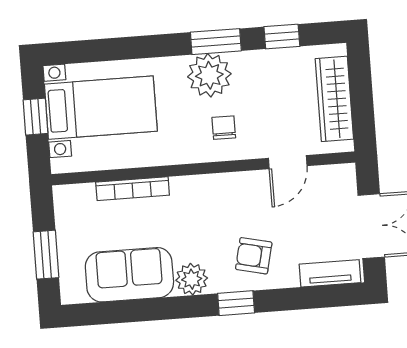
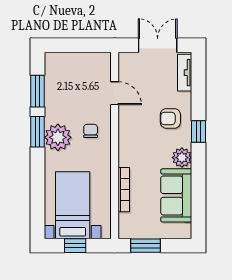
window: (282, 37) -> (37, 91), width x1.50
wardrobe: (334, 99) -> (78, 62), removed
chair: (224, 128) -> (91, 131), turned 90
window: (46, 255) -> (145, 246), moved
armchair: (254, 256) -> (170, 118), turned 77

